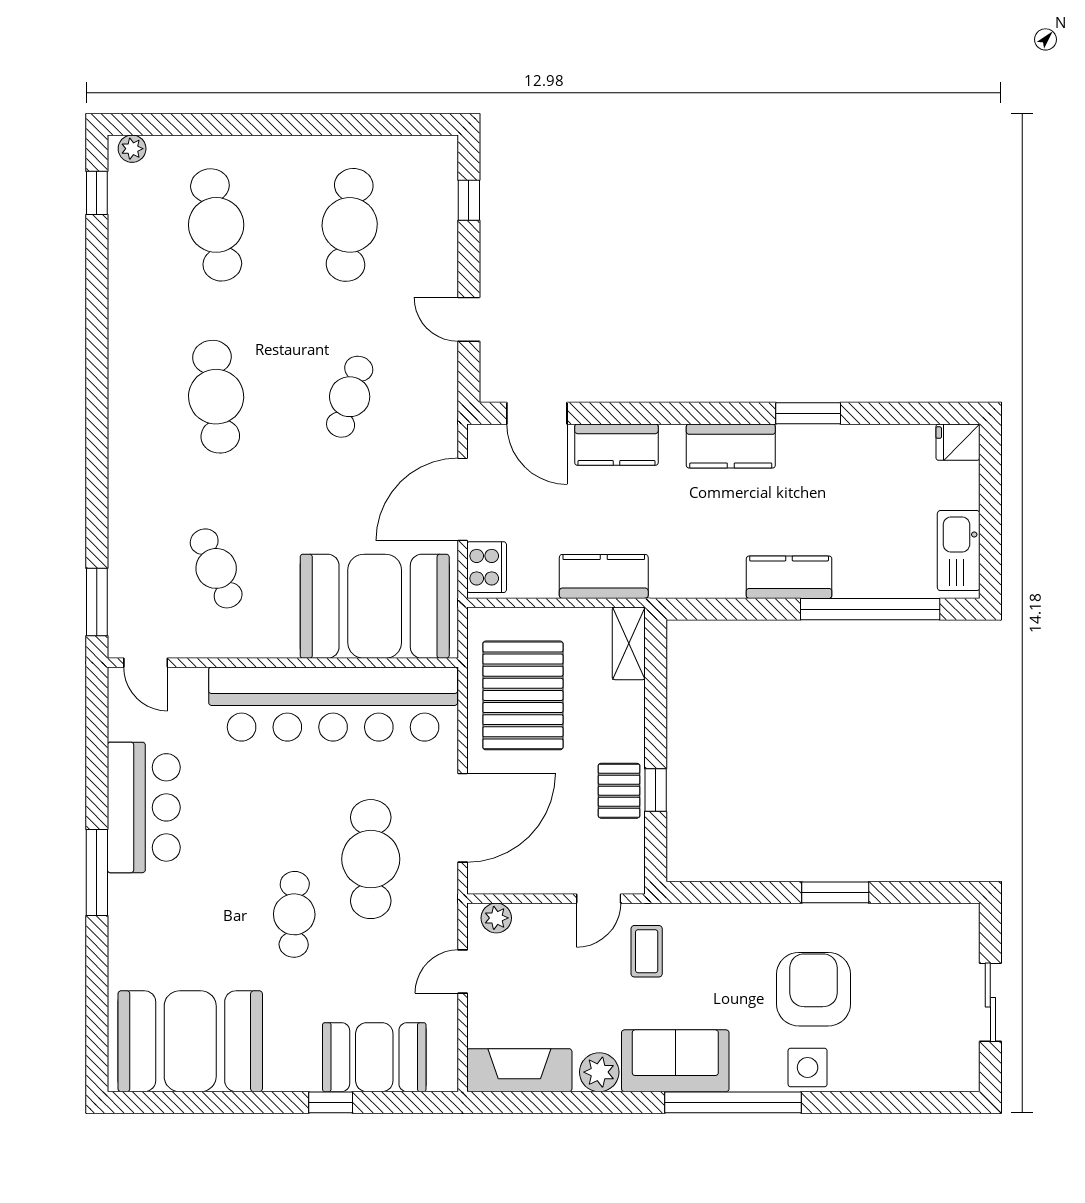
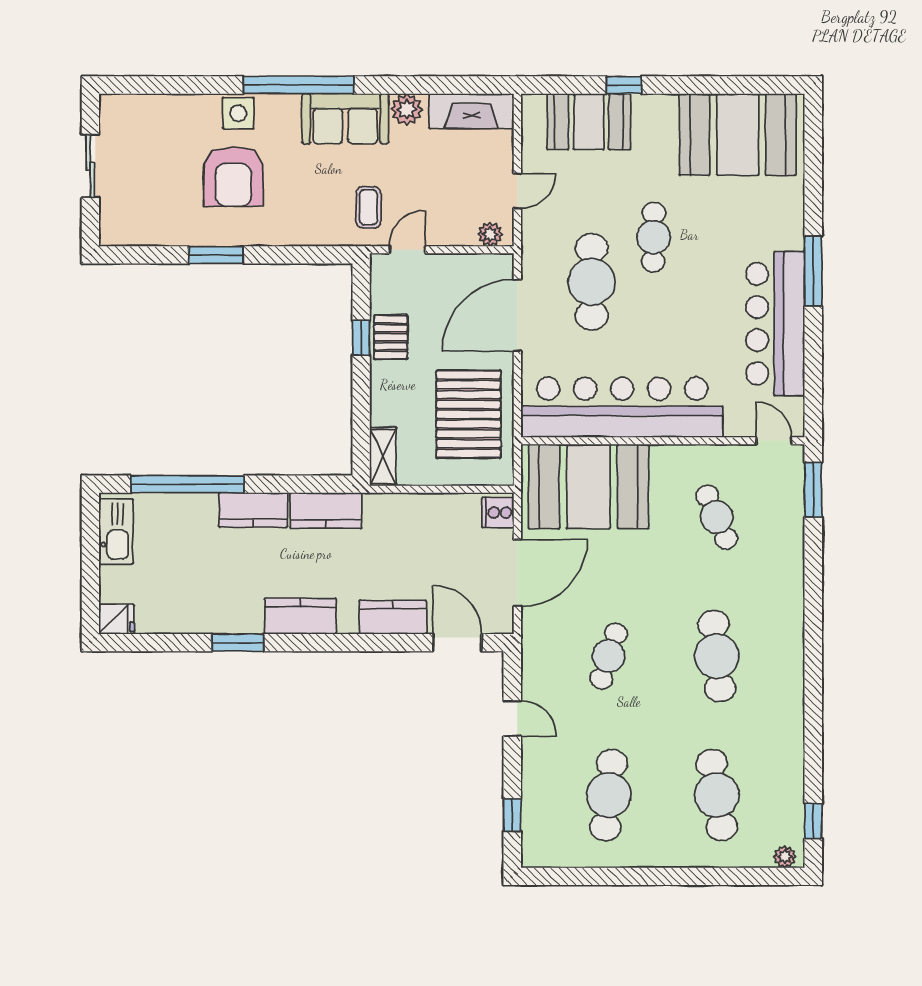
cooker: (487, 567) -> (498, 513), width x0.73
kitchen counter: (604, 576) -> (326, 511), moved
bar counter: (144, 807) -> (775, 324), width x1.36

